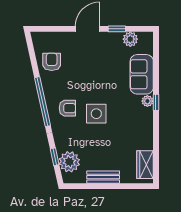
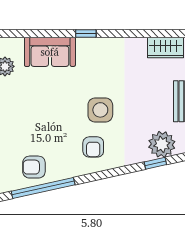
plant: (147, 101) -> (84, 44), removed
window: (42, 102) -> (43, 188), moved
armchair: (67, 108) -> (93, 147), turned 180

